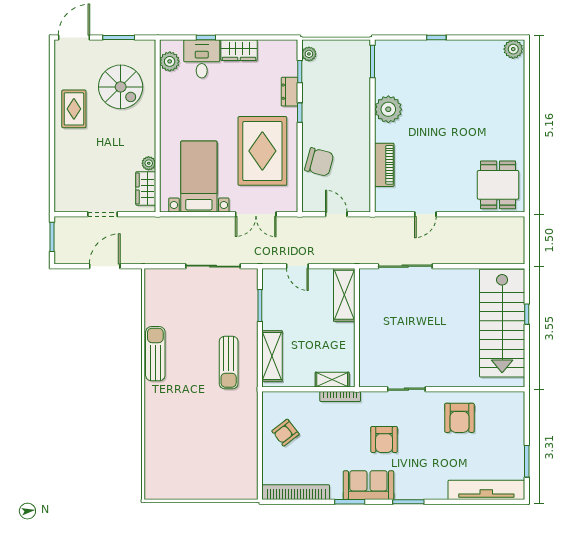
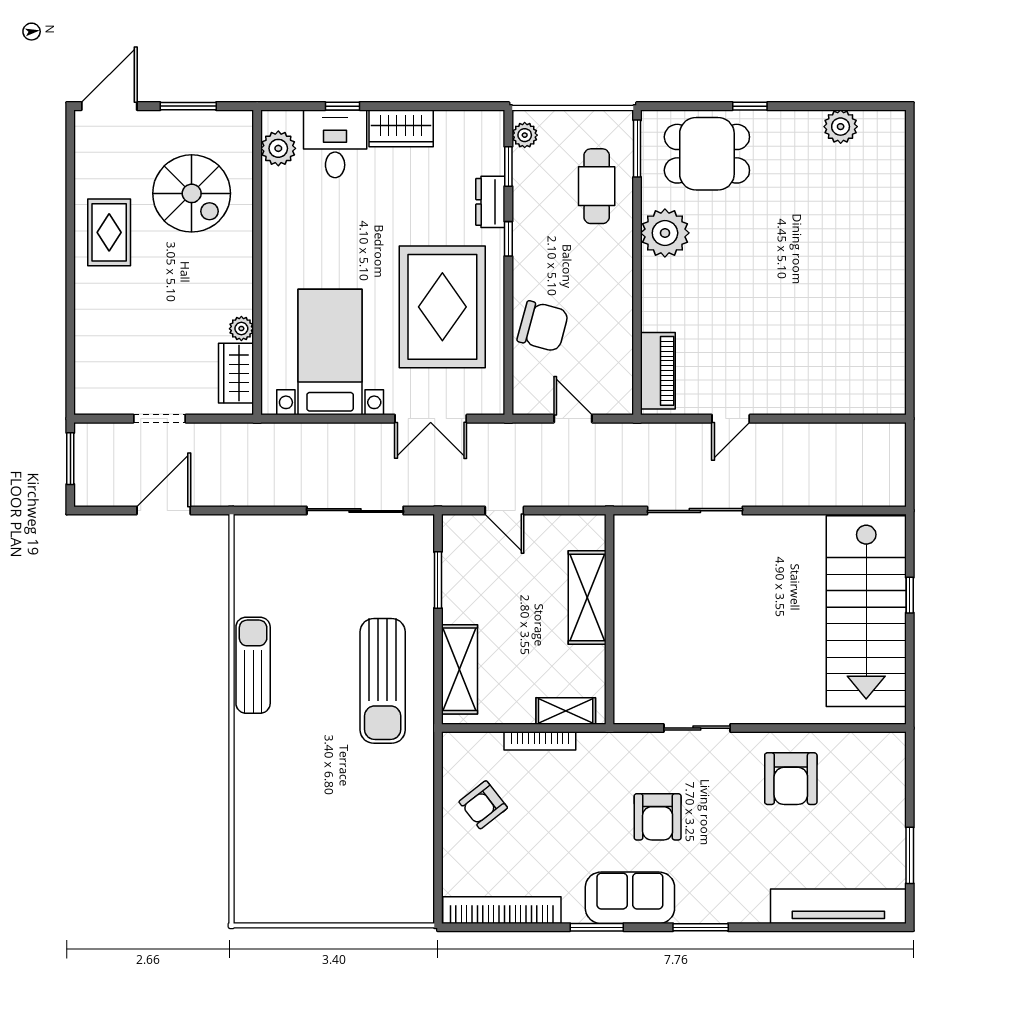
plant: (513, 49) -> (841, 127), moved
cafe table: (350, 83) -> (597, 186), added
piano: (384, 165) -> (658, 371), moved
dining table: (498, 185) -> (707, 154), moved, turned 90
shelving: (344, 295) -> (587, 597), moved
sun lounger: (229, 363) -> (383, 681), width x1.36, depth x1.34
bookcase: (340, 396) -> (540, 741), moved

